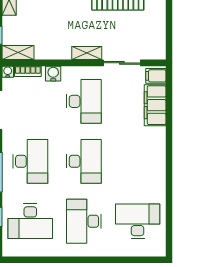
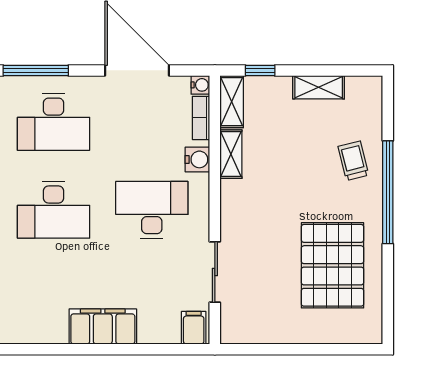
shelving: (87, 53) -> (231, 154), moved
desk: (84, 101) -> (152, 210), turned 180
filing cabinet: (155, 105) -> (103, 326), moved

